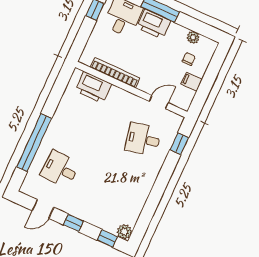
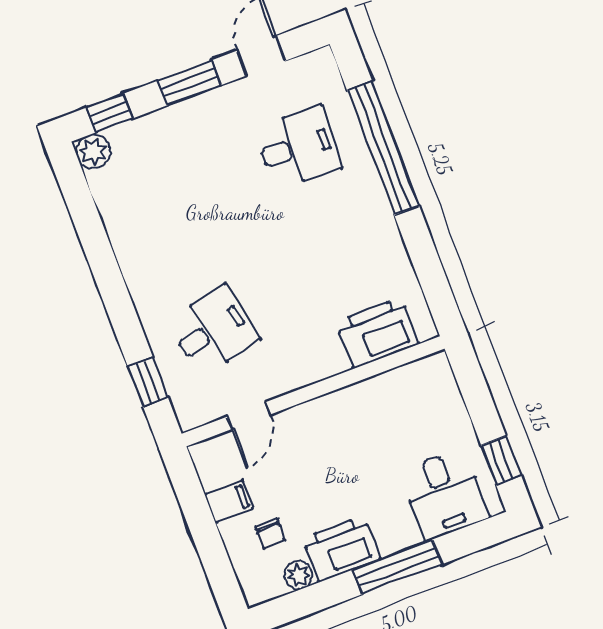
printer: (154, 24) -> (341, 549), moved
bookcase: (115, 73) -> (367, 392), removed
window: (73, 223) -> (189, 83), width x1.50

